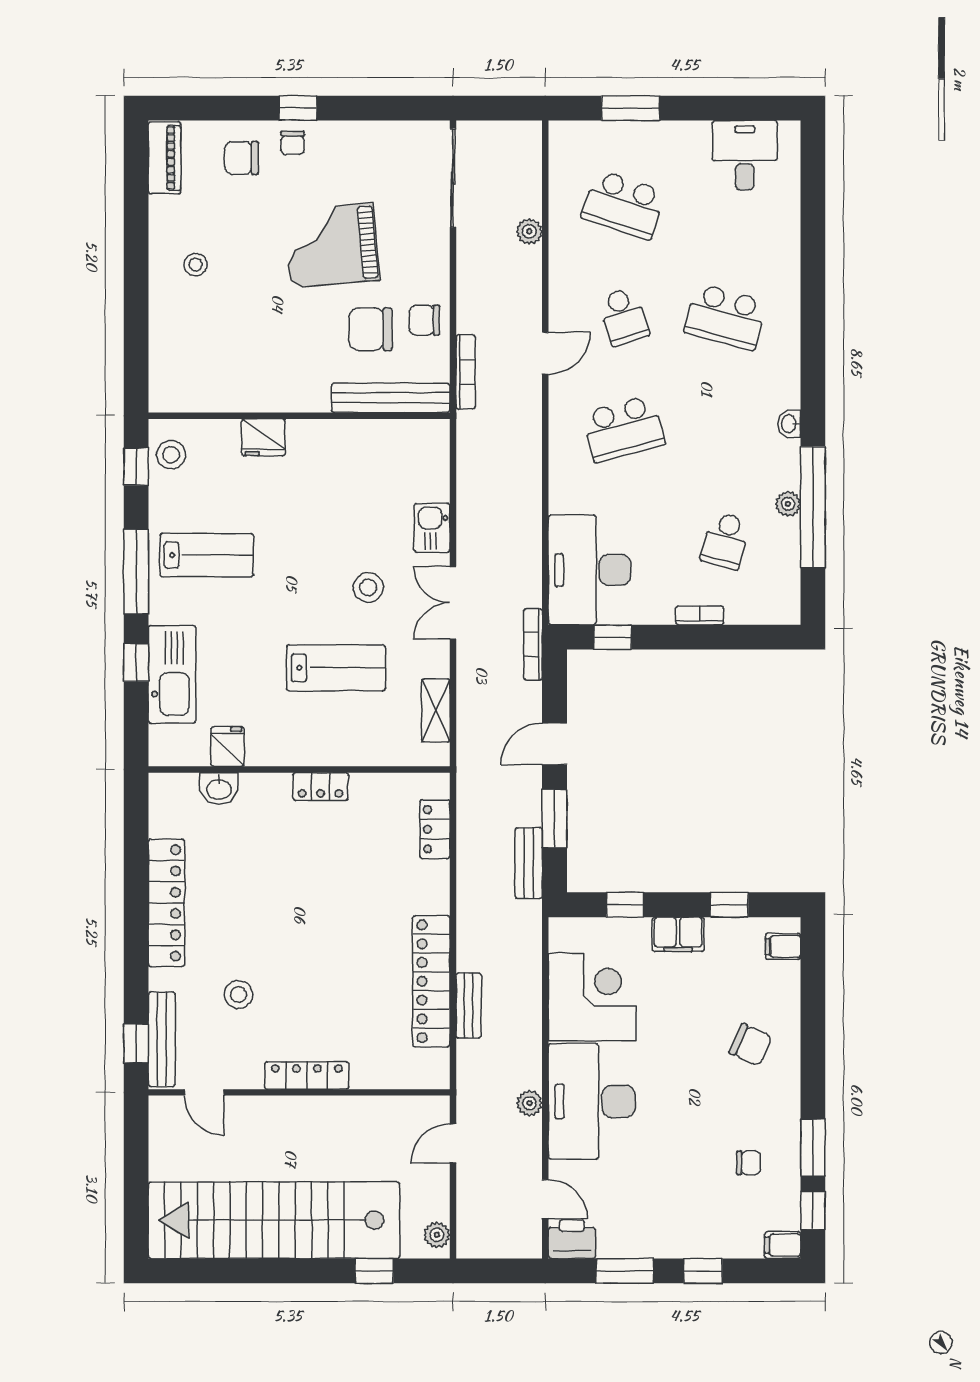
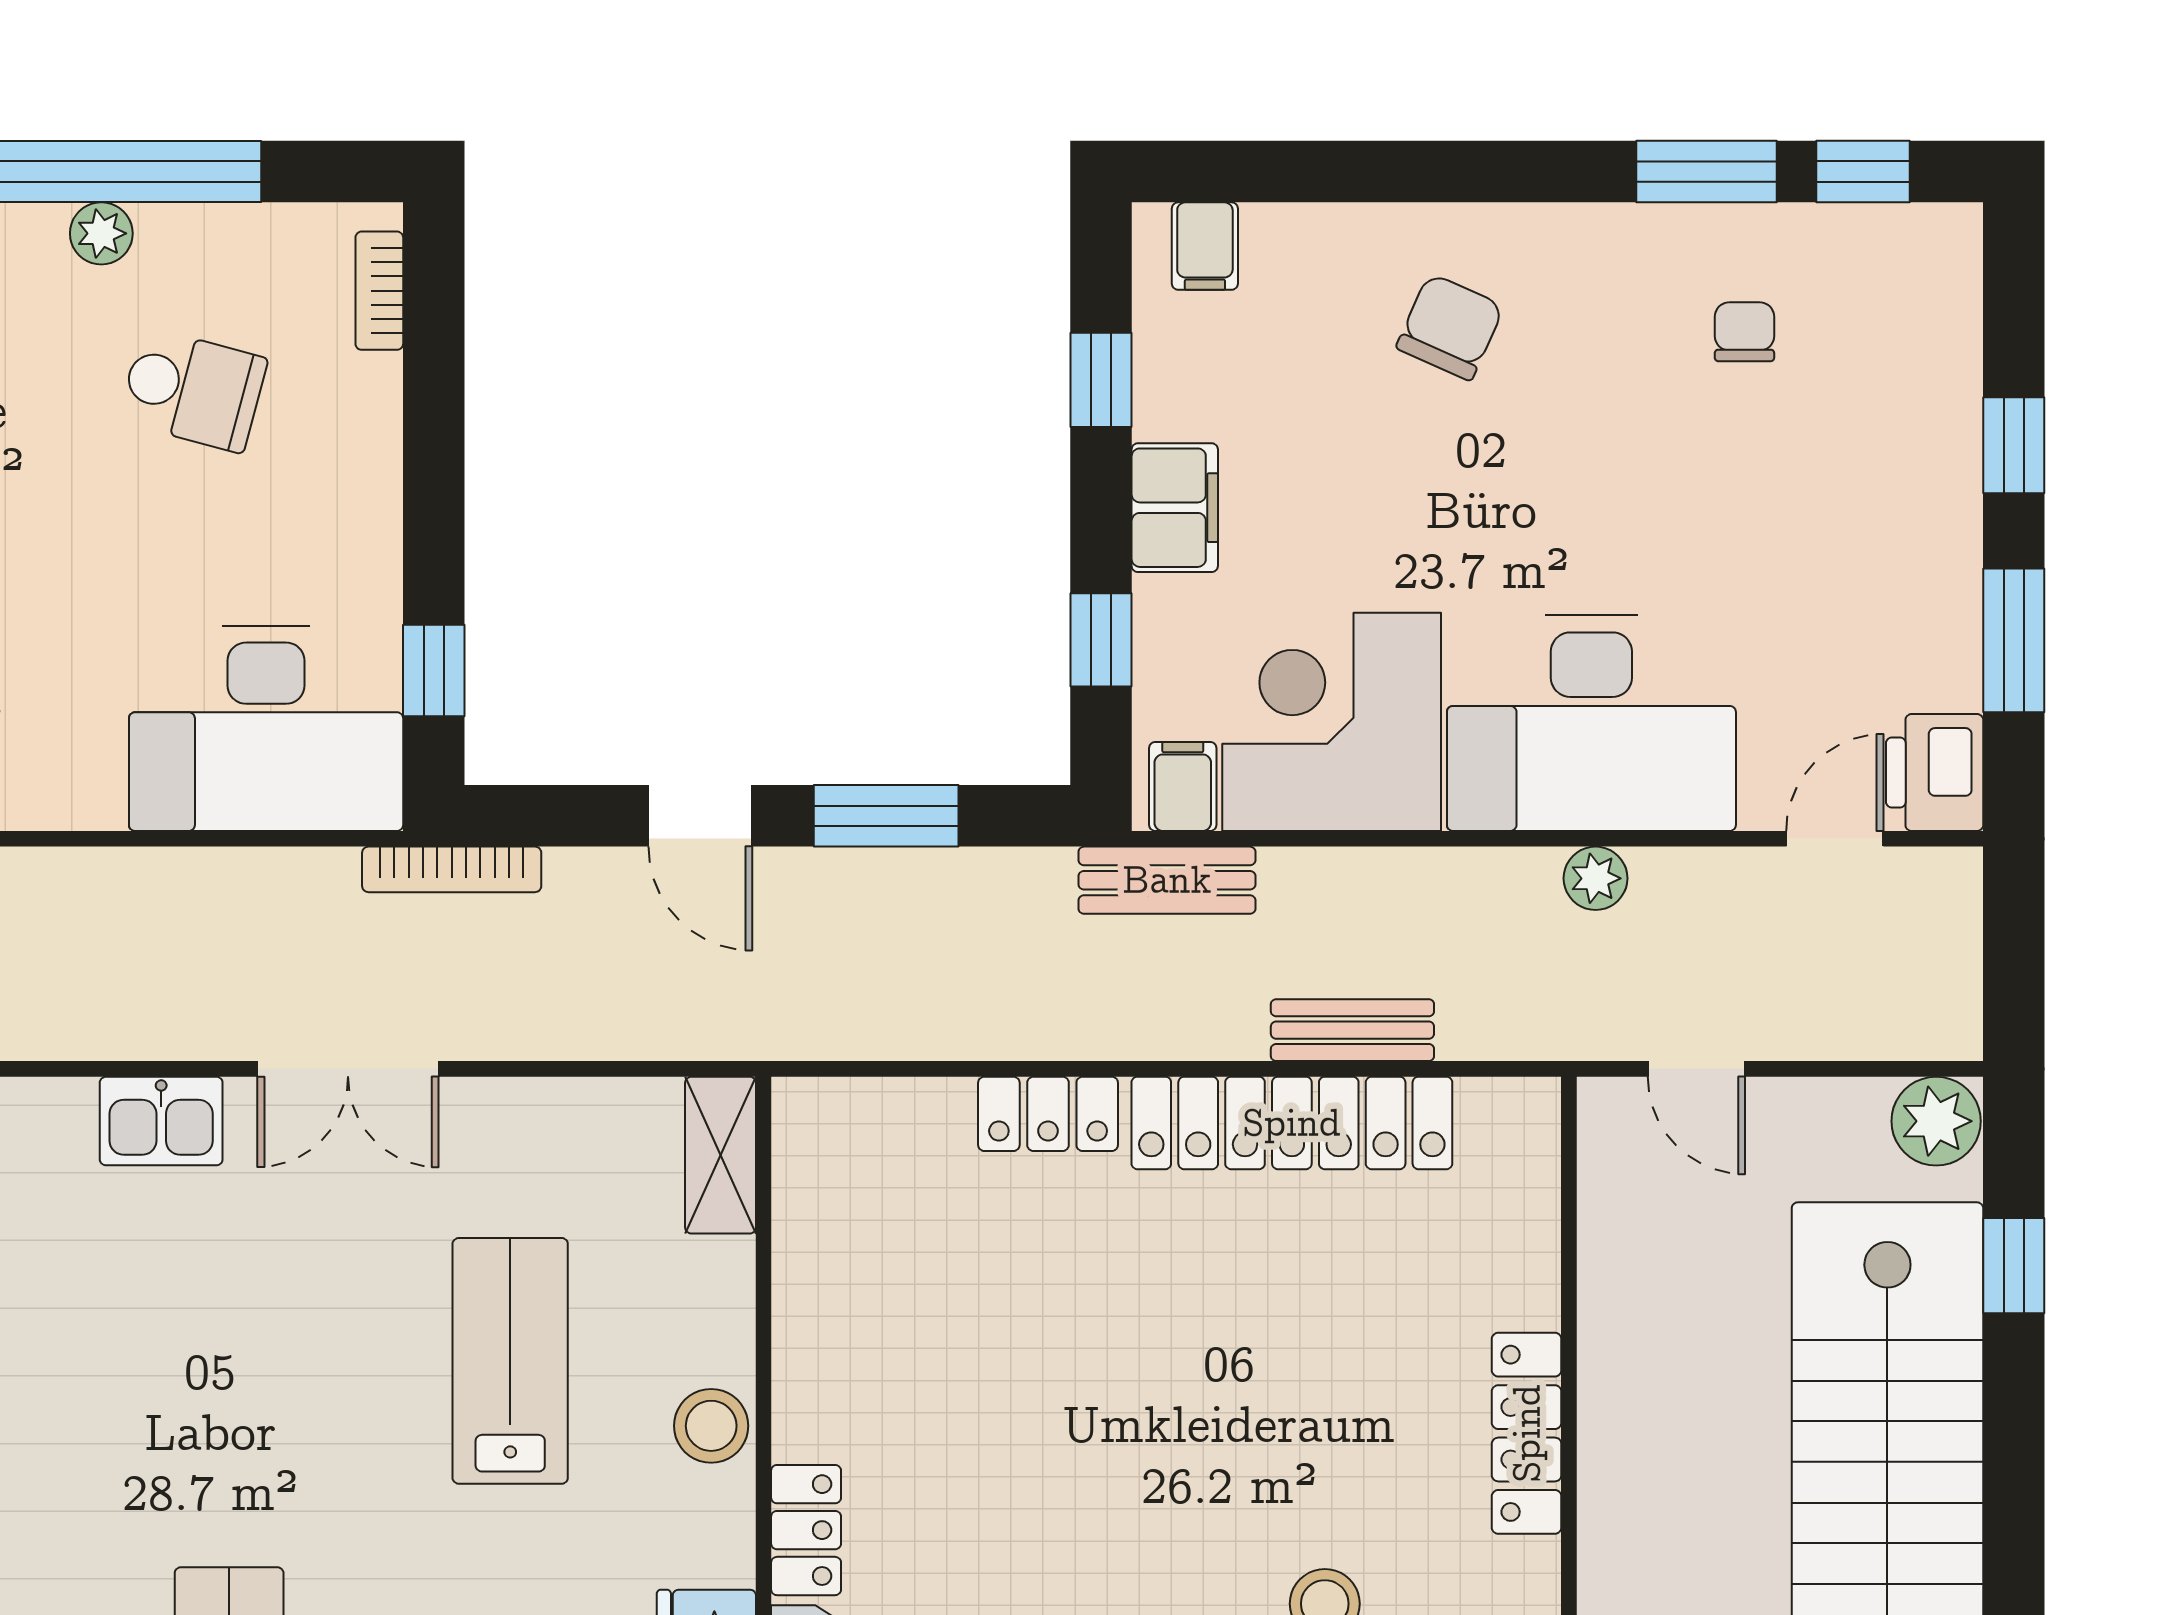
stool: (368, 587) -> (711, 1426), moved
bookcase: (700, 615) -> (379, 291), moved
shelving: (436, 711) -> (721, 1155), moved, turned 90
locker: (321, 786) -> (806, 1530), moved
locker: (435, 829) -> (1048, 1114), moved
bench: (529, 863) -> (1167, 880), moved
plant: (437, 1235) -> (1936, 1121), width x1.38, depth x1.38
filing cabinet: (783, 1245) -> (1183, 786), moved, turned 180

